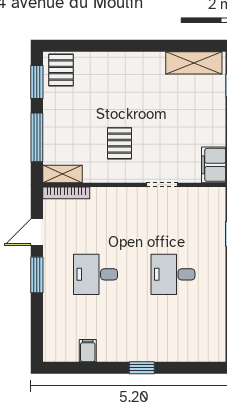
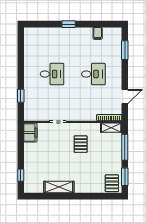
shelving: (194, 63) -> (59, 187), moved
window: (37, 275) -> (125, 50), moved

